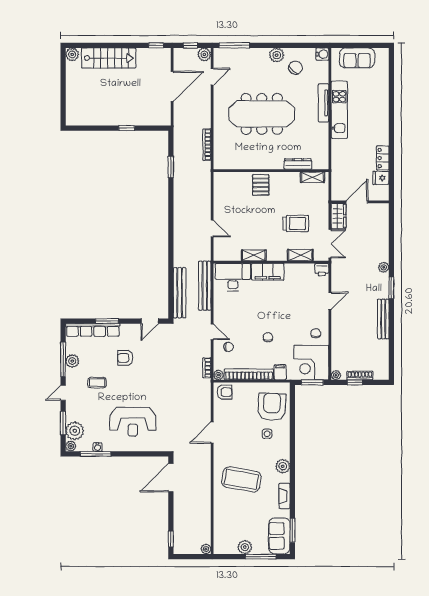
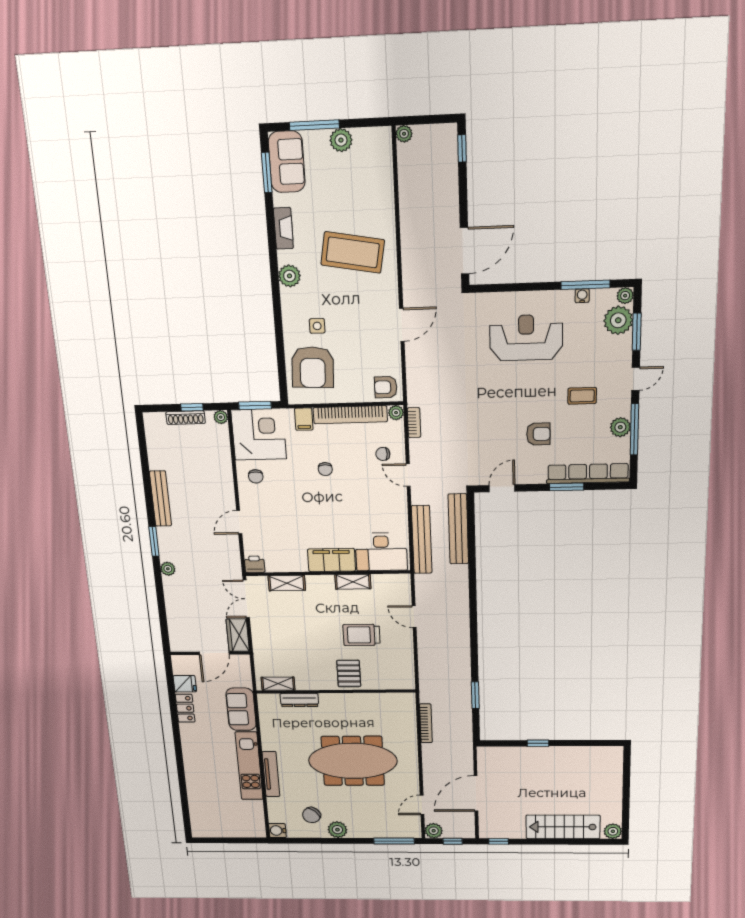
sofa: (357, 58) -> (241, 709), moved, turned -90
trolley: (296, 224) -> (361, 635), moved

